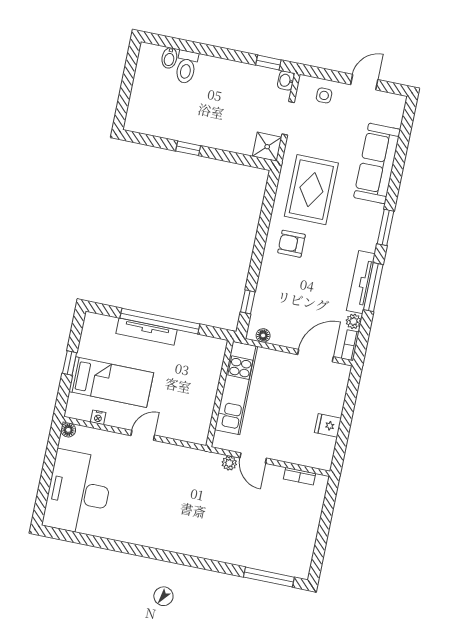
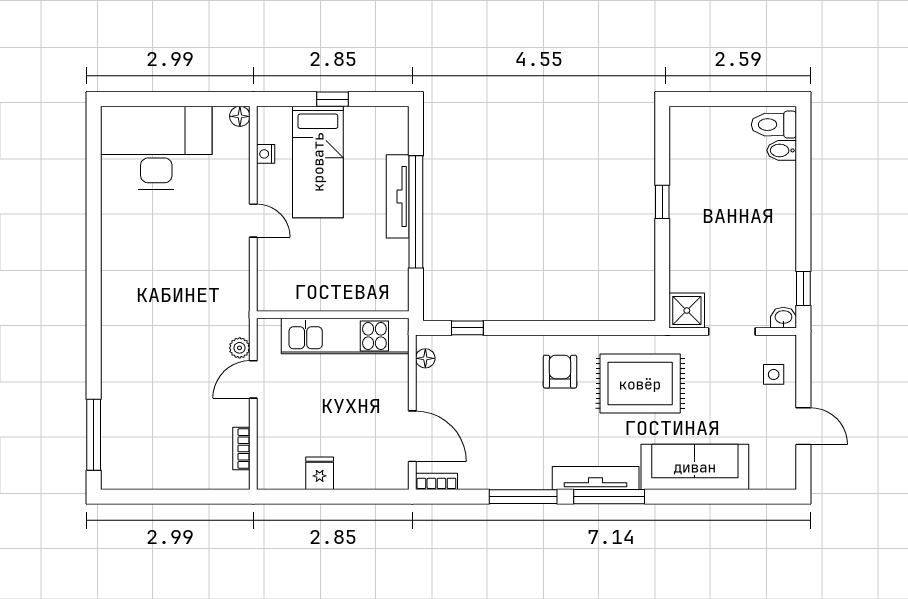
toilet: (186, 67) -> (774, 125), moved
window: (386, 227) -> (609, 497), width x1.44
tv unit: (361, 282) -> (596, 478), moved
plant: (353, 321) -> (470, 479), removed

